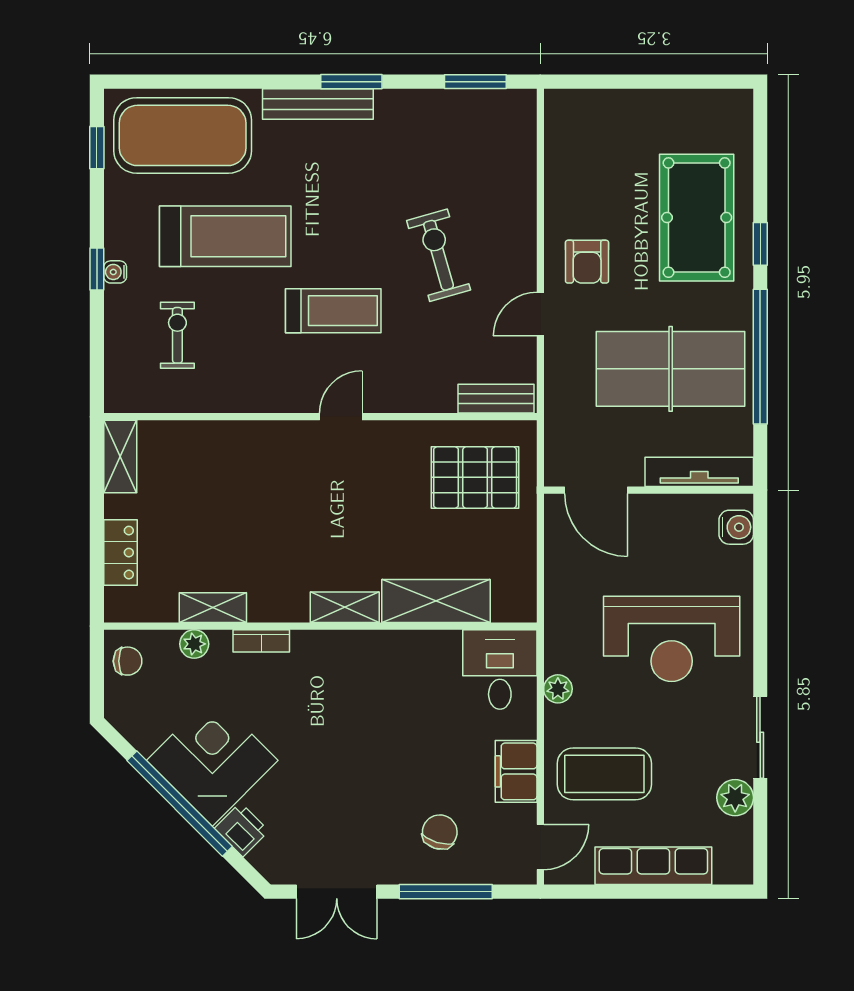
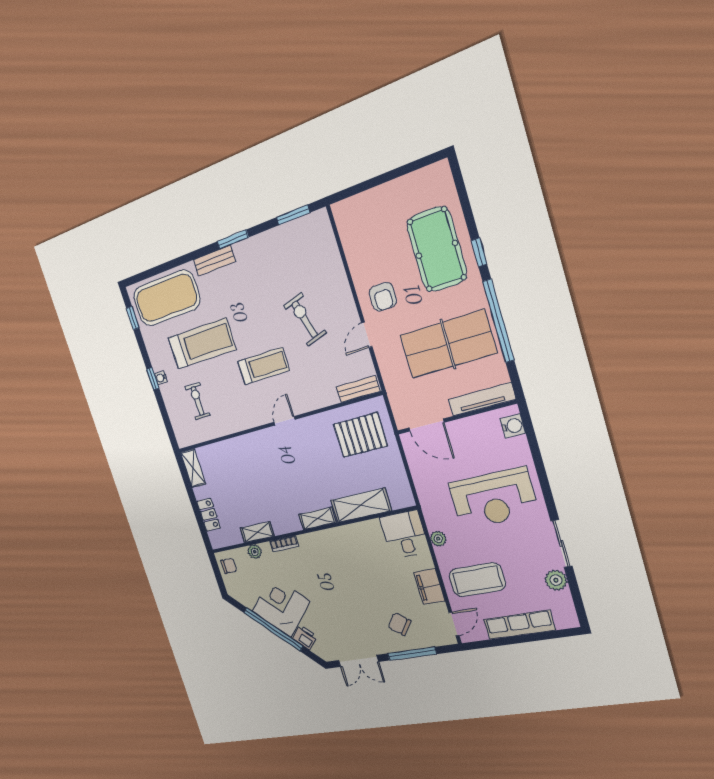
bench: (318, 104) -> (214, 261), width x0.73
chair: (440, 832) -> (400, 624), turned -68

